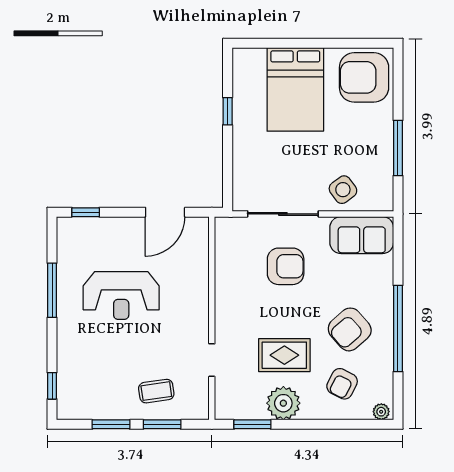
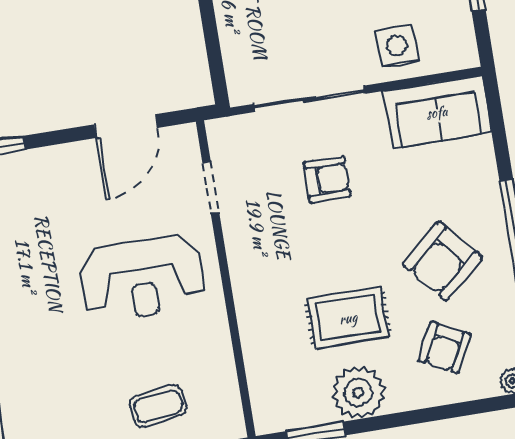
side table: (343, 190) -> (397, 46), turned 34
armchair: (286, 266) -> (327, 179), width x0.72, depth x0.72
reception desk: (121, 296) -> (142, 278), moved
doorway: (212, 360) -> (211, 188), moved

